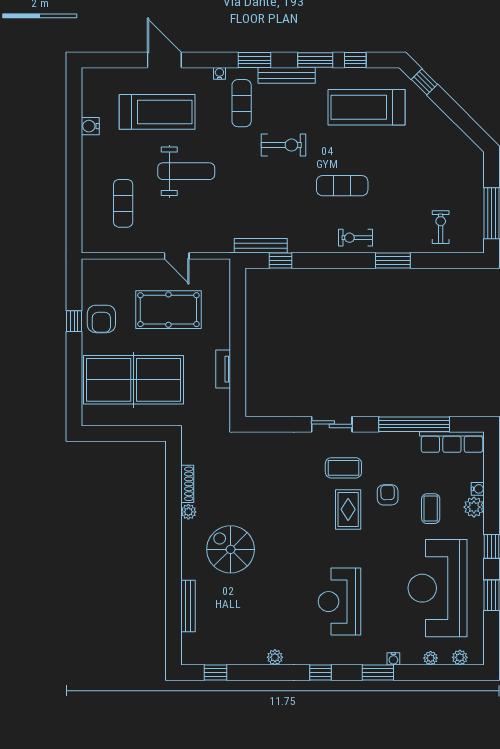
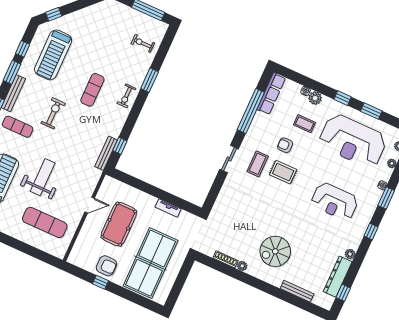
exercise mat: (123, 203) -> (45, 222), width x1.36, depth x1.45
dresser: (235, 654) -> (338, 277), added

